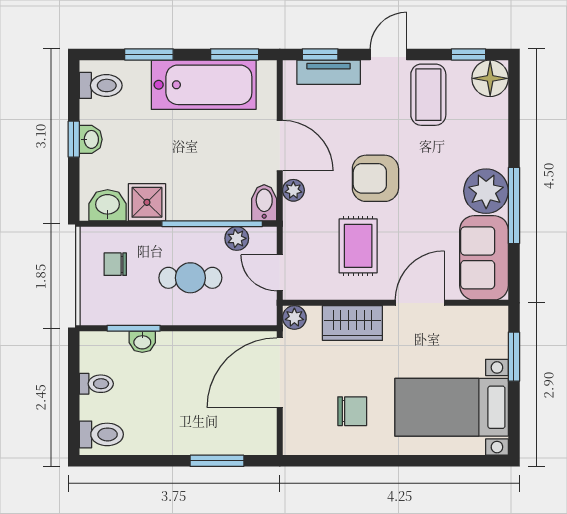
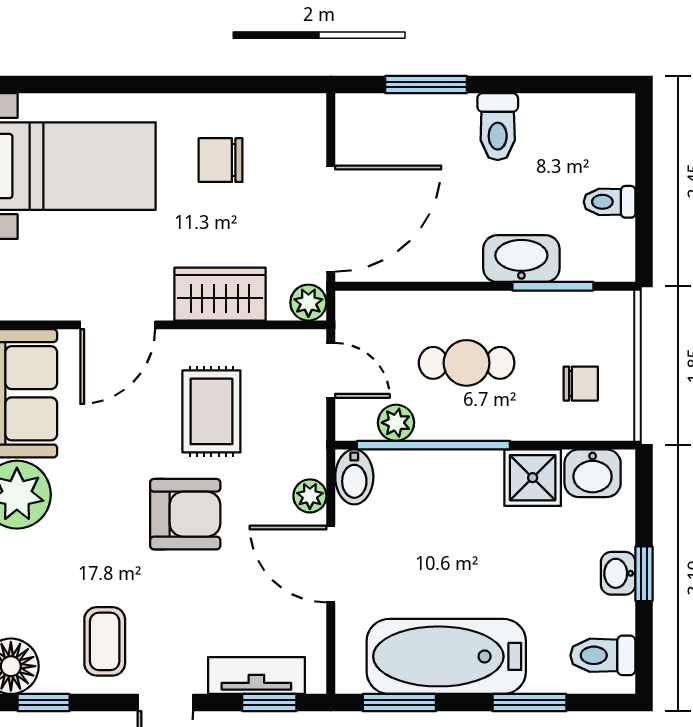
coffee table: (428, 95) -> (105, 641), width x0.73, depth x0.77
washbasin: (142, 342) -> (521, 259), width x1.91, depth x1.45
toilet: (101, 434) -> (498, 127), moved, turned -90

